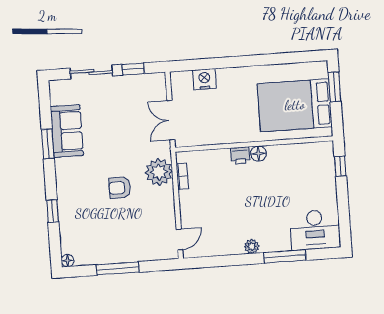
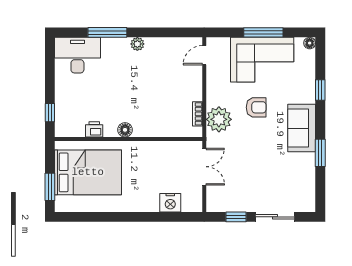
sofa: (67, 131) -> (302, 128), moved
printer: (240, 155) -> (94, 129), moved
corner sofa: (117, 239) -> (262, 60), added

